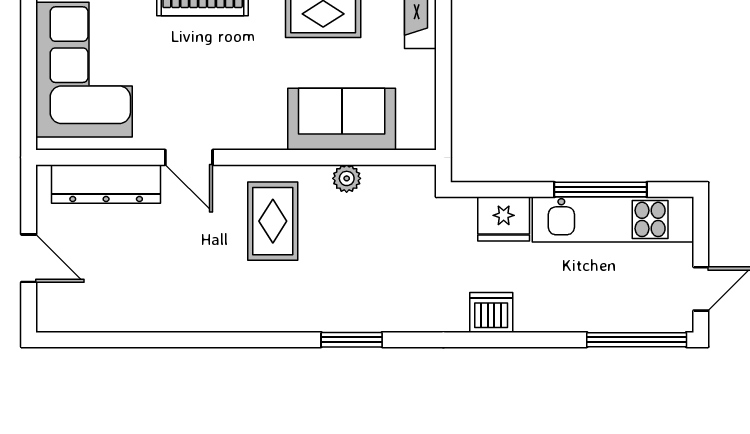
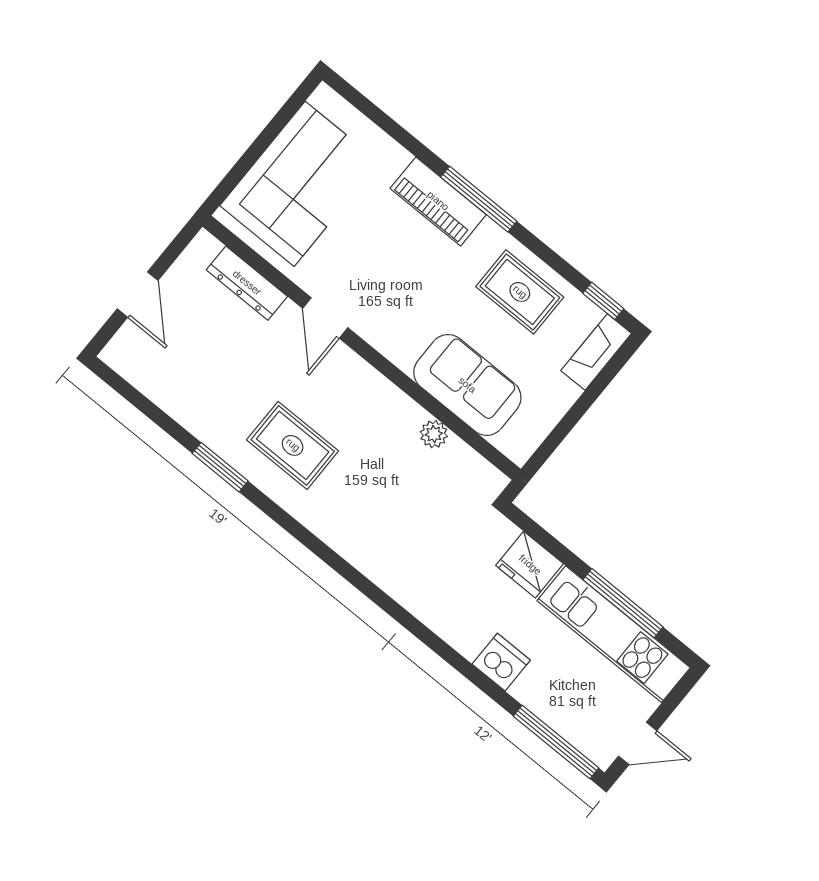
dresser: (106, 184) -> (247, 283), width x0.73, depth x0.80
rug: (273, 221) -> (293, 445), moved, turned 90
dishwasher: (491, 313) -> (501, 662), moved
window: (352, 340) -> (220, 467), moved

